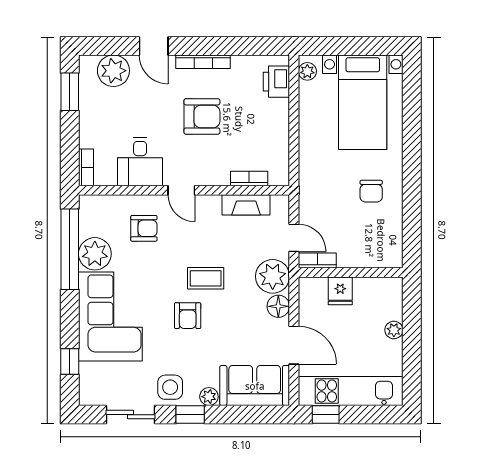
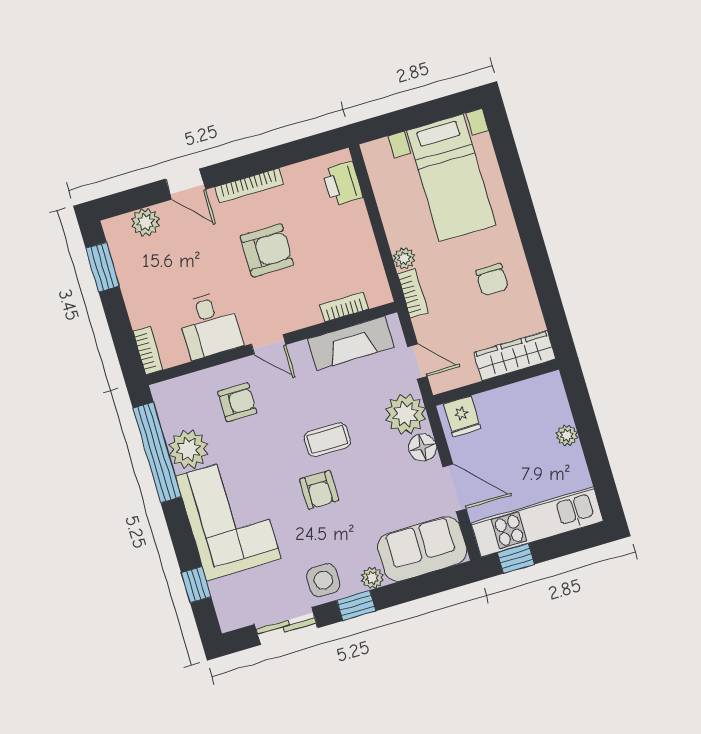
plant: (113, 71) -> (145, 222), width x0.73, depth x0.73
plant: (307, 71) -> (404, 258), moved
fireplace: (246, 205) -> (351, 343), width x1.37, depth x1.32
wardrobe: (371, 256) -> (515, 356), added
bookcase: (317, 260) -> (413, 293), moved, turned 90
fridge: (340, 291) -> (462, 416), moved

